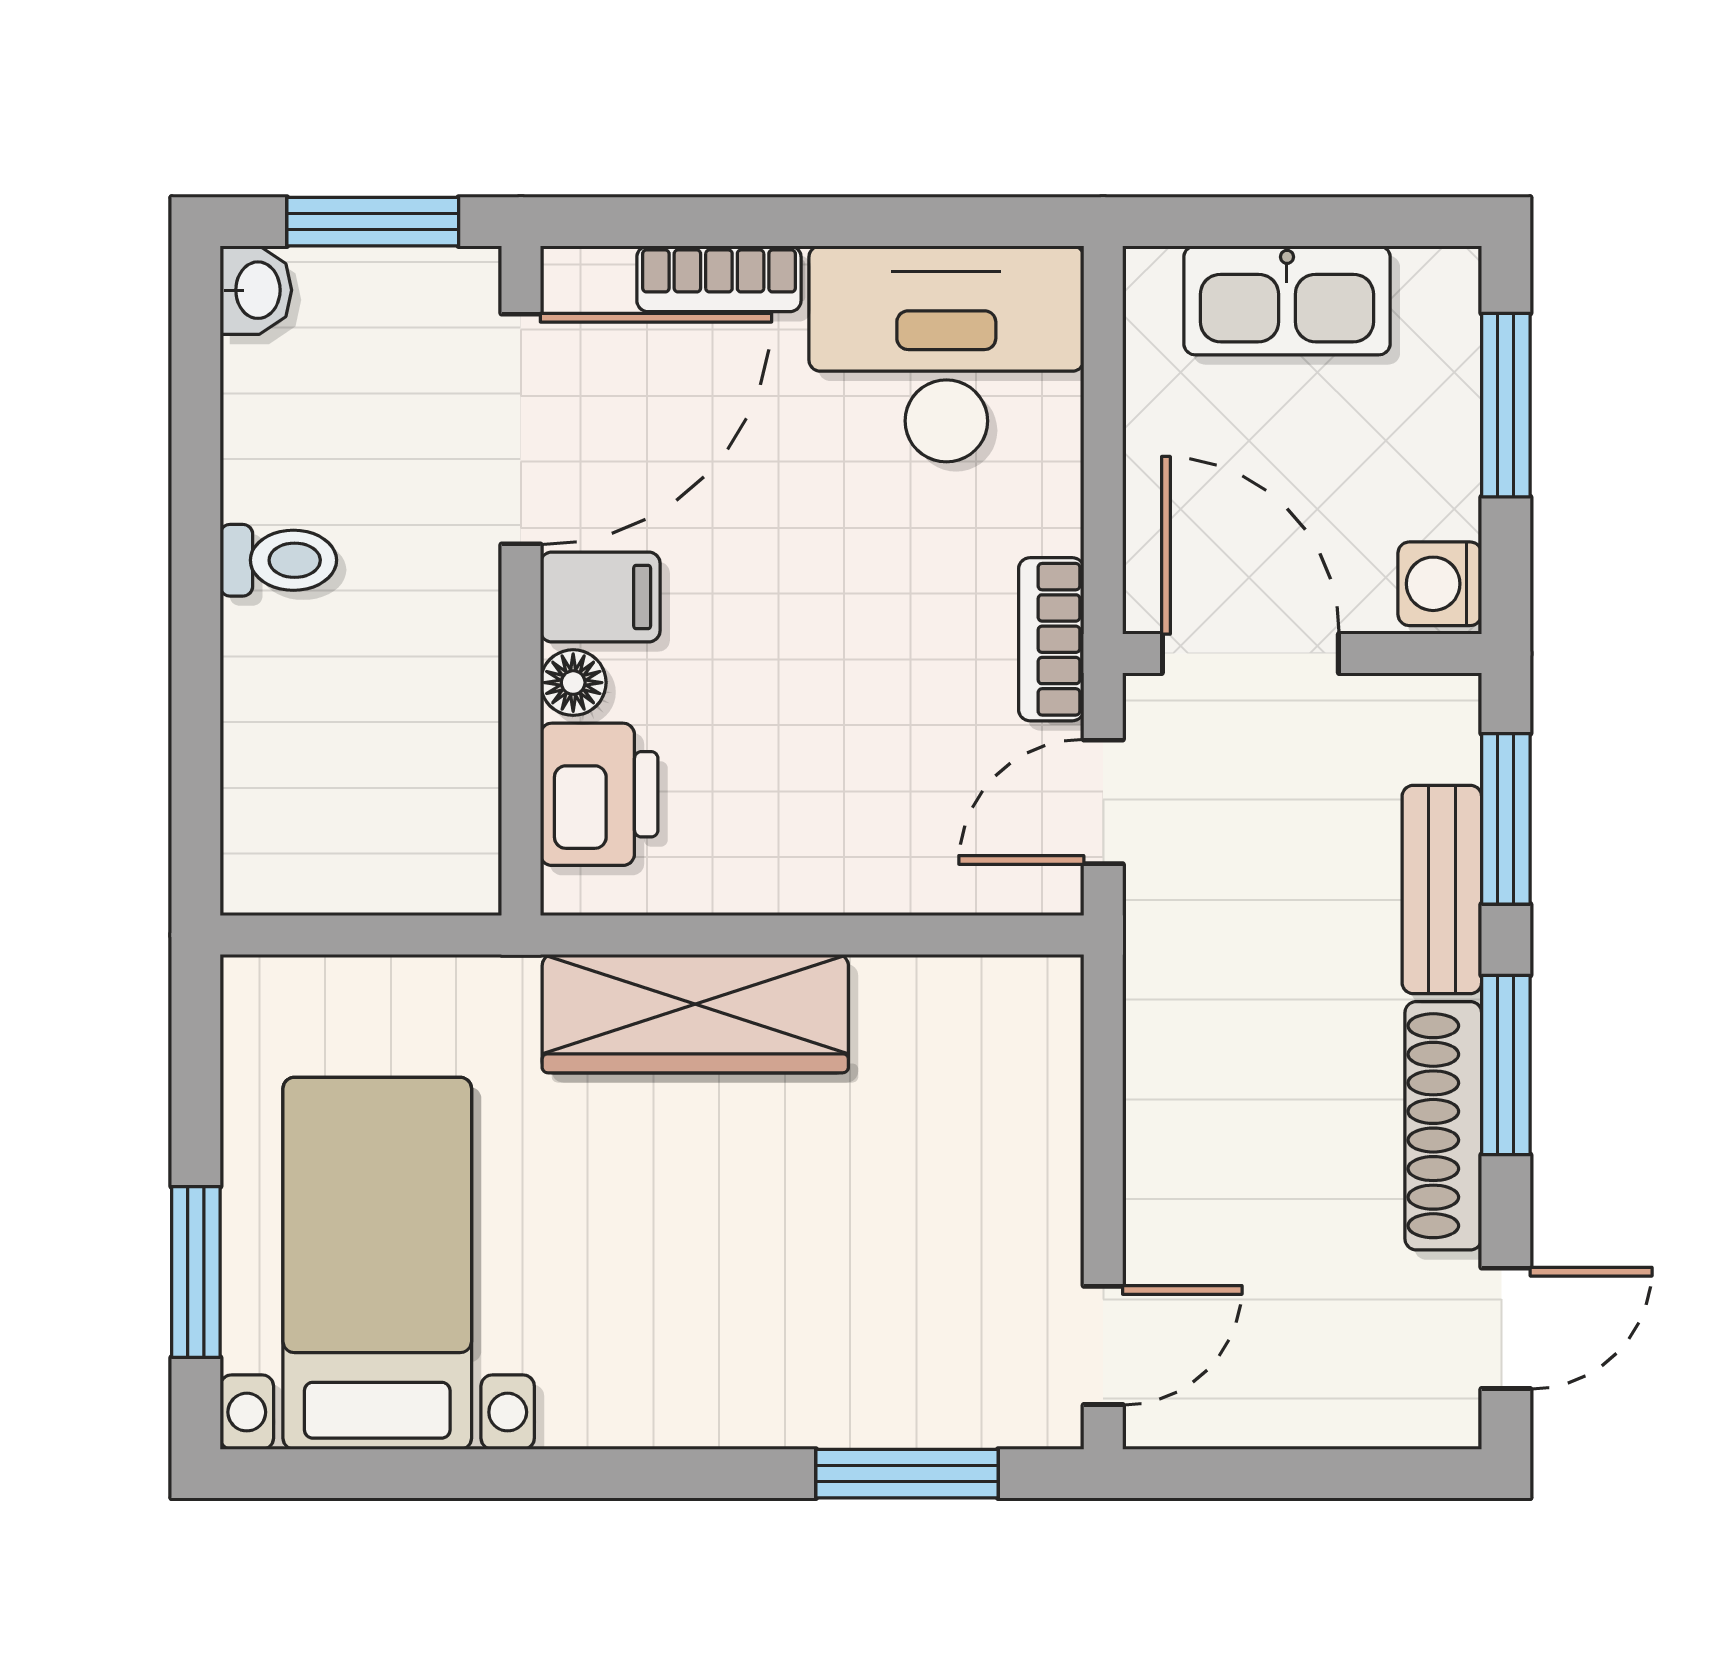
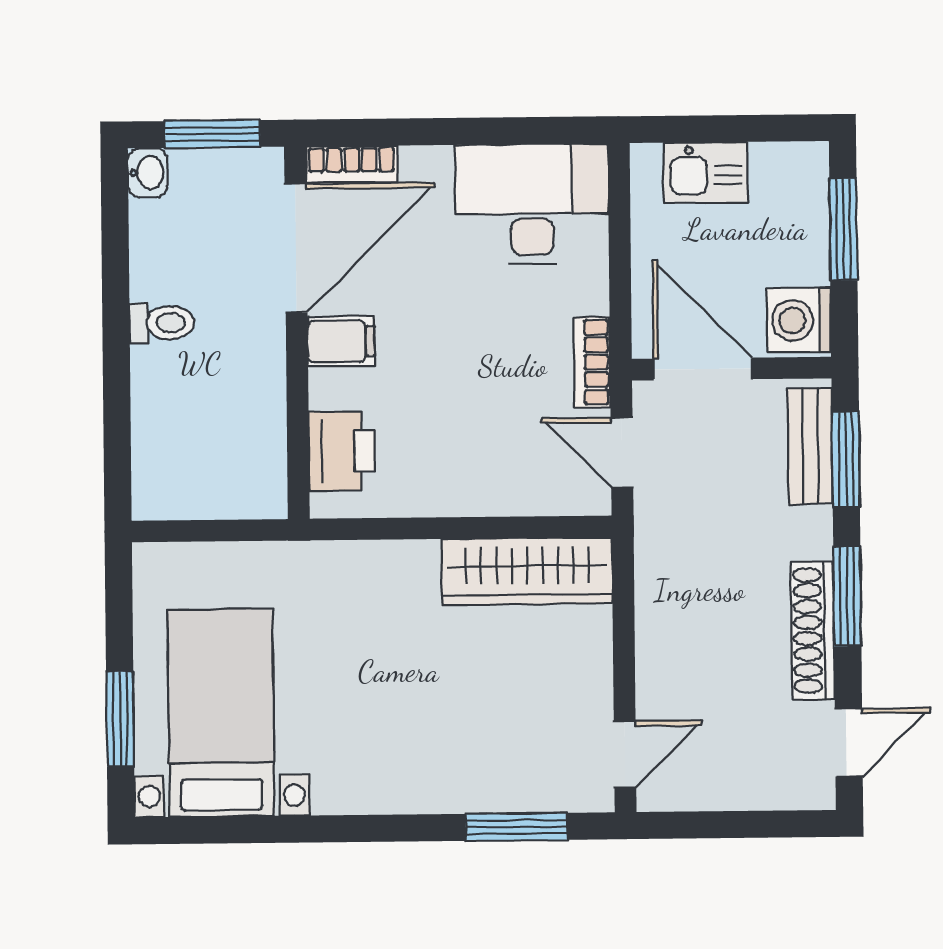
bookcase: (719, 279) -> (352, 164), moved
kitchen sink: (1287, 300) -> (705, 173), width x0.73
washing machine: (1440, 584) -> (799, 320), width x1.38, depth x1.38
floor lamp: (573, 683) -> (327, 389), removed
door: (1103, 802) -> (622, 452), hinge flipped
bench: (1442, 890) -> (810, 446), moved
wardrobe: (695, 1014) -> (527, 571), moved

